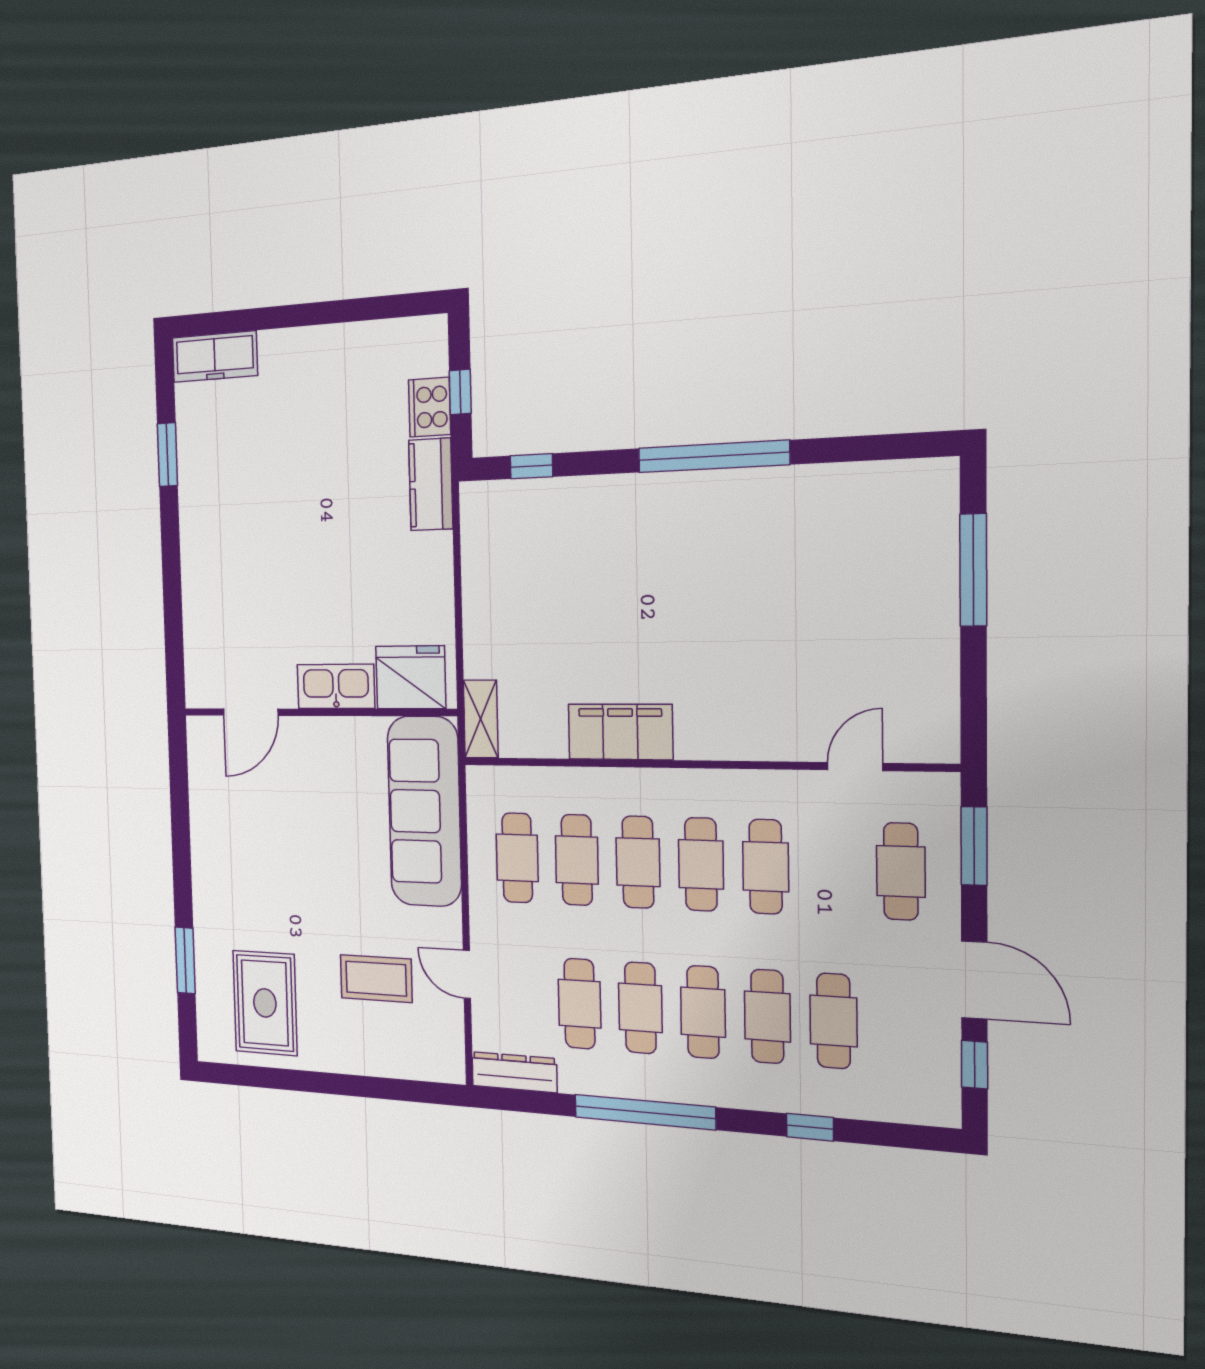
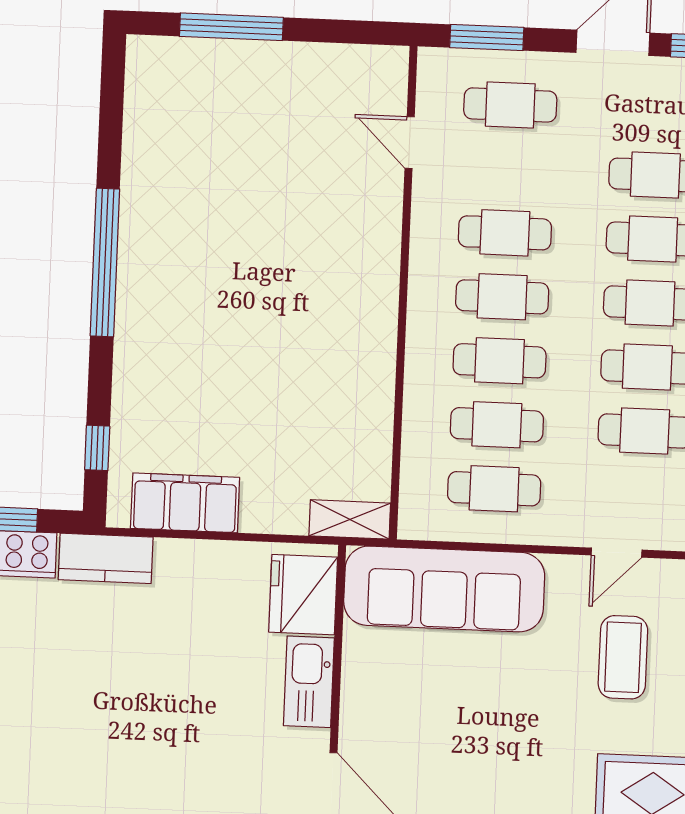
filing cabinet: (620, 732) -> (185, 503), moved, turned 90

